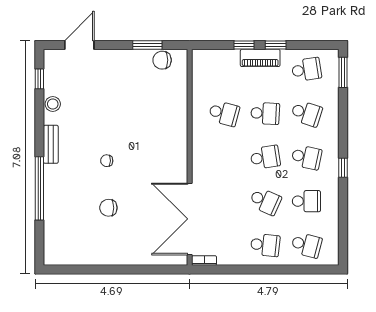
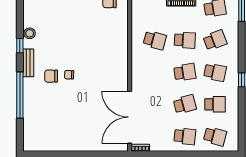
window: (39, 79) -> (20, 46), moved
school desk: (306, 113) -> (215, 40), turned -39
school desk: (265, 201) -> (185, 104), turned -39
chair: (108, 208) -> (51, 76), moved

